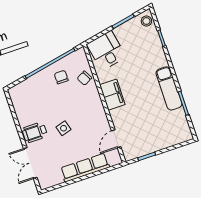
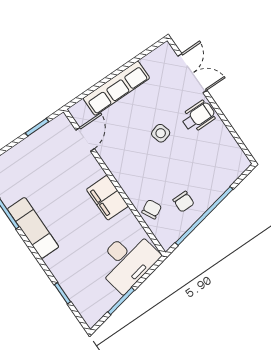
stool: (146, 21) -> (90, 311), removed
desk: (106, 51) -> (127, 261), width x1.37

